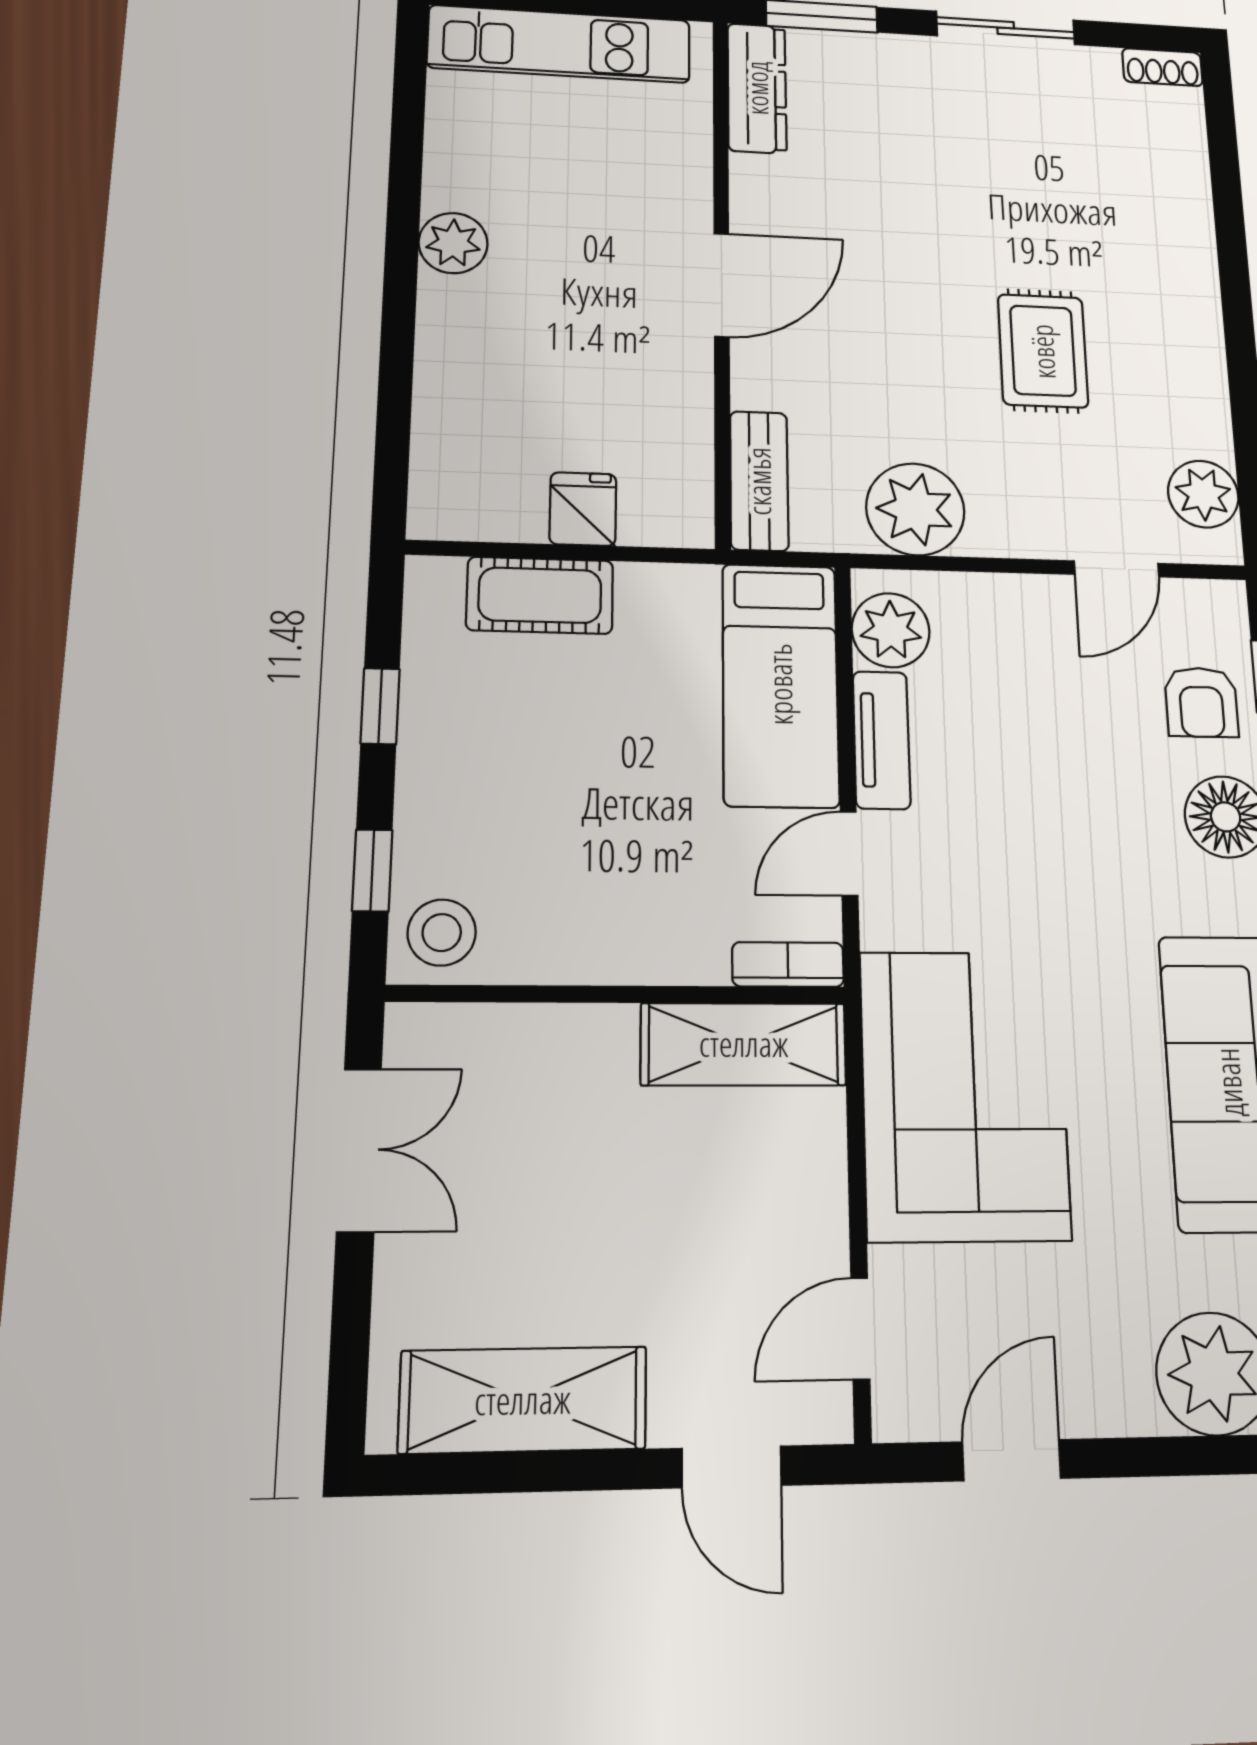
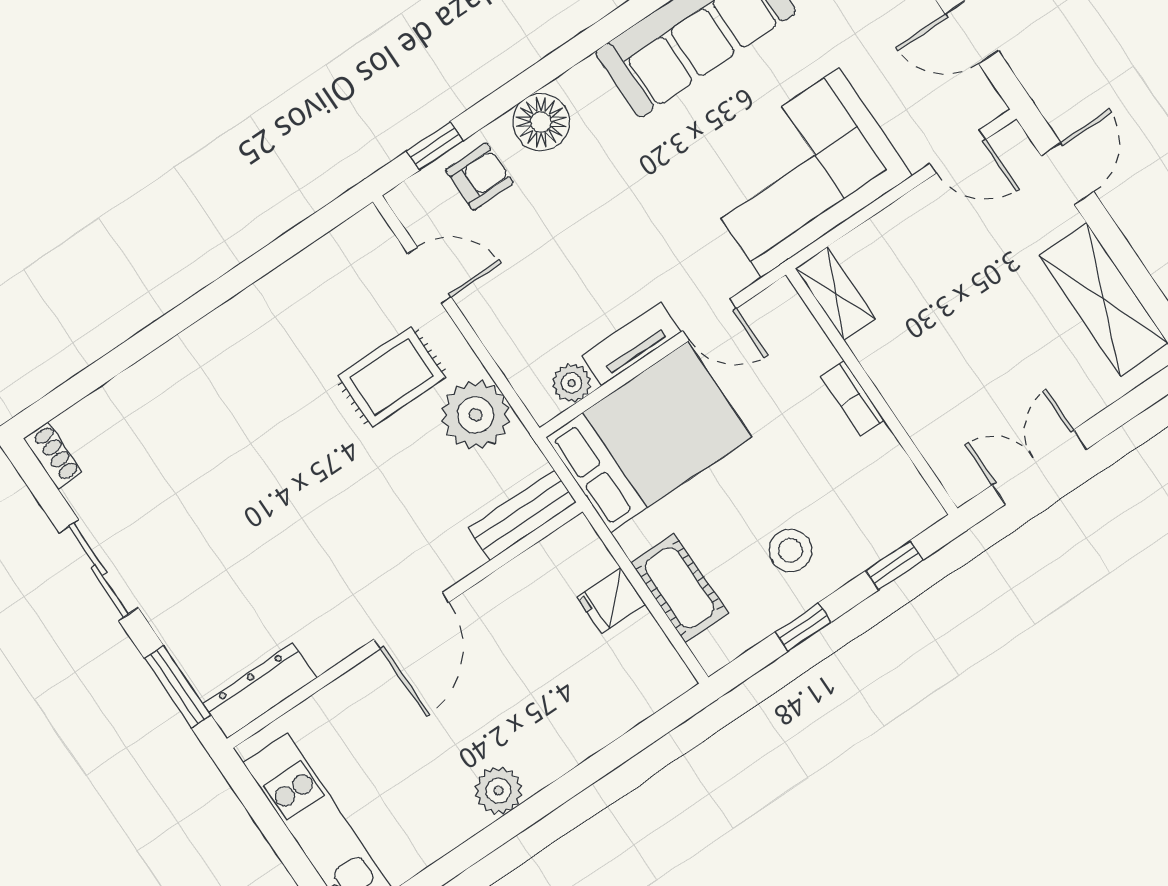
door: (722, 285) -> (411, 621), swing flipped
rug: (1043, 351) -> (391, 377), moved
plant: (1203, 494) -> (343, 253), removed
plant: (891, 630) -> (572, 383), width x0.73, depth x0.73
bed: (780, 684) -> (649, 437), width x1.50
stool: (442, 933) -> (790, 550), moved
bookcase: (788, 964) -> (852, 398), moved
shelving: (744, 1044) -> (836, 293), width x0.67, depth x0.75

